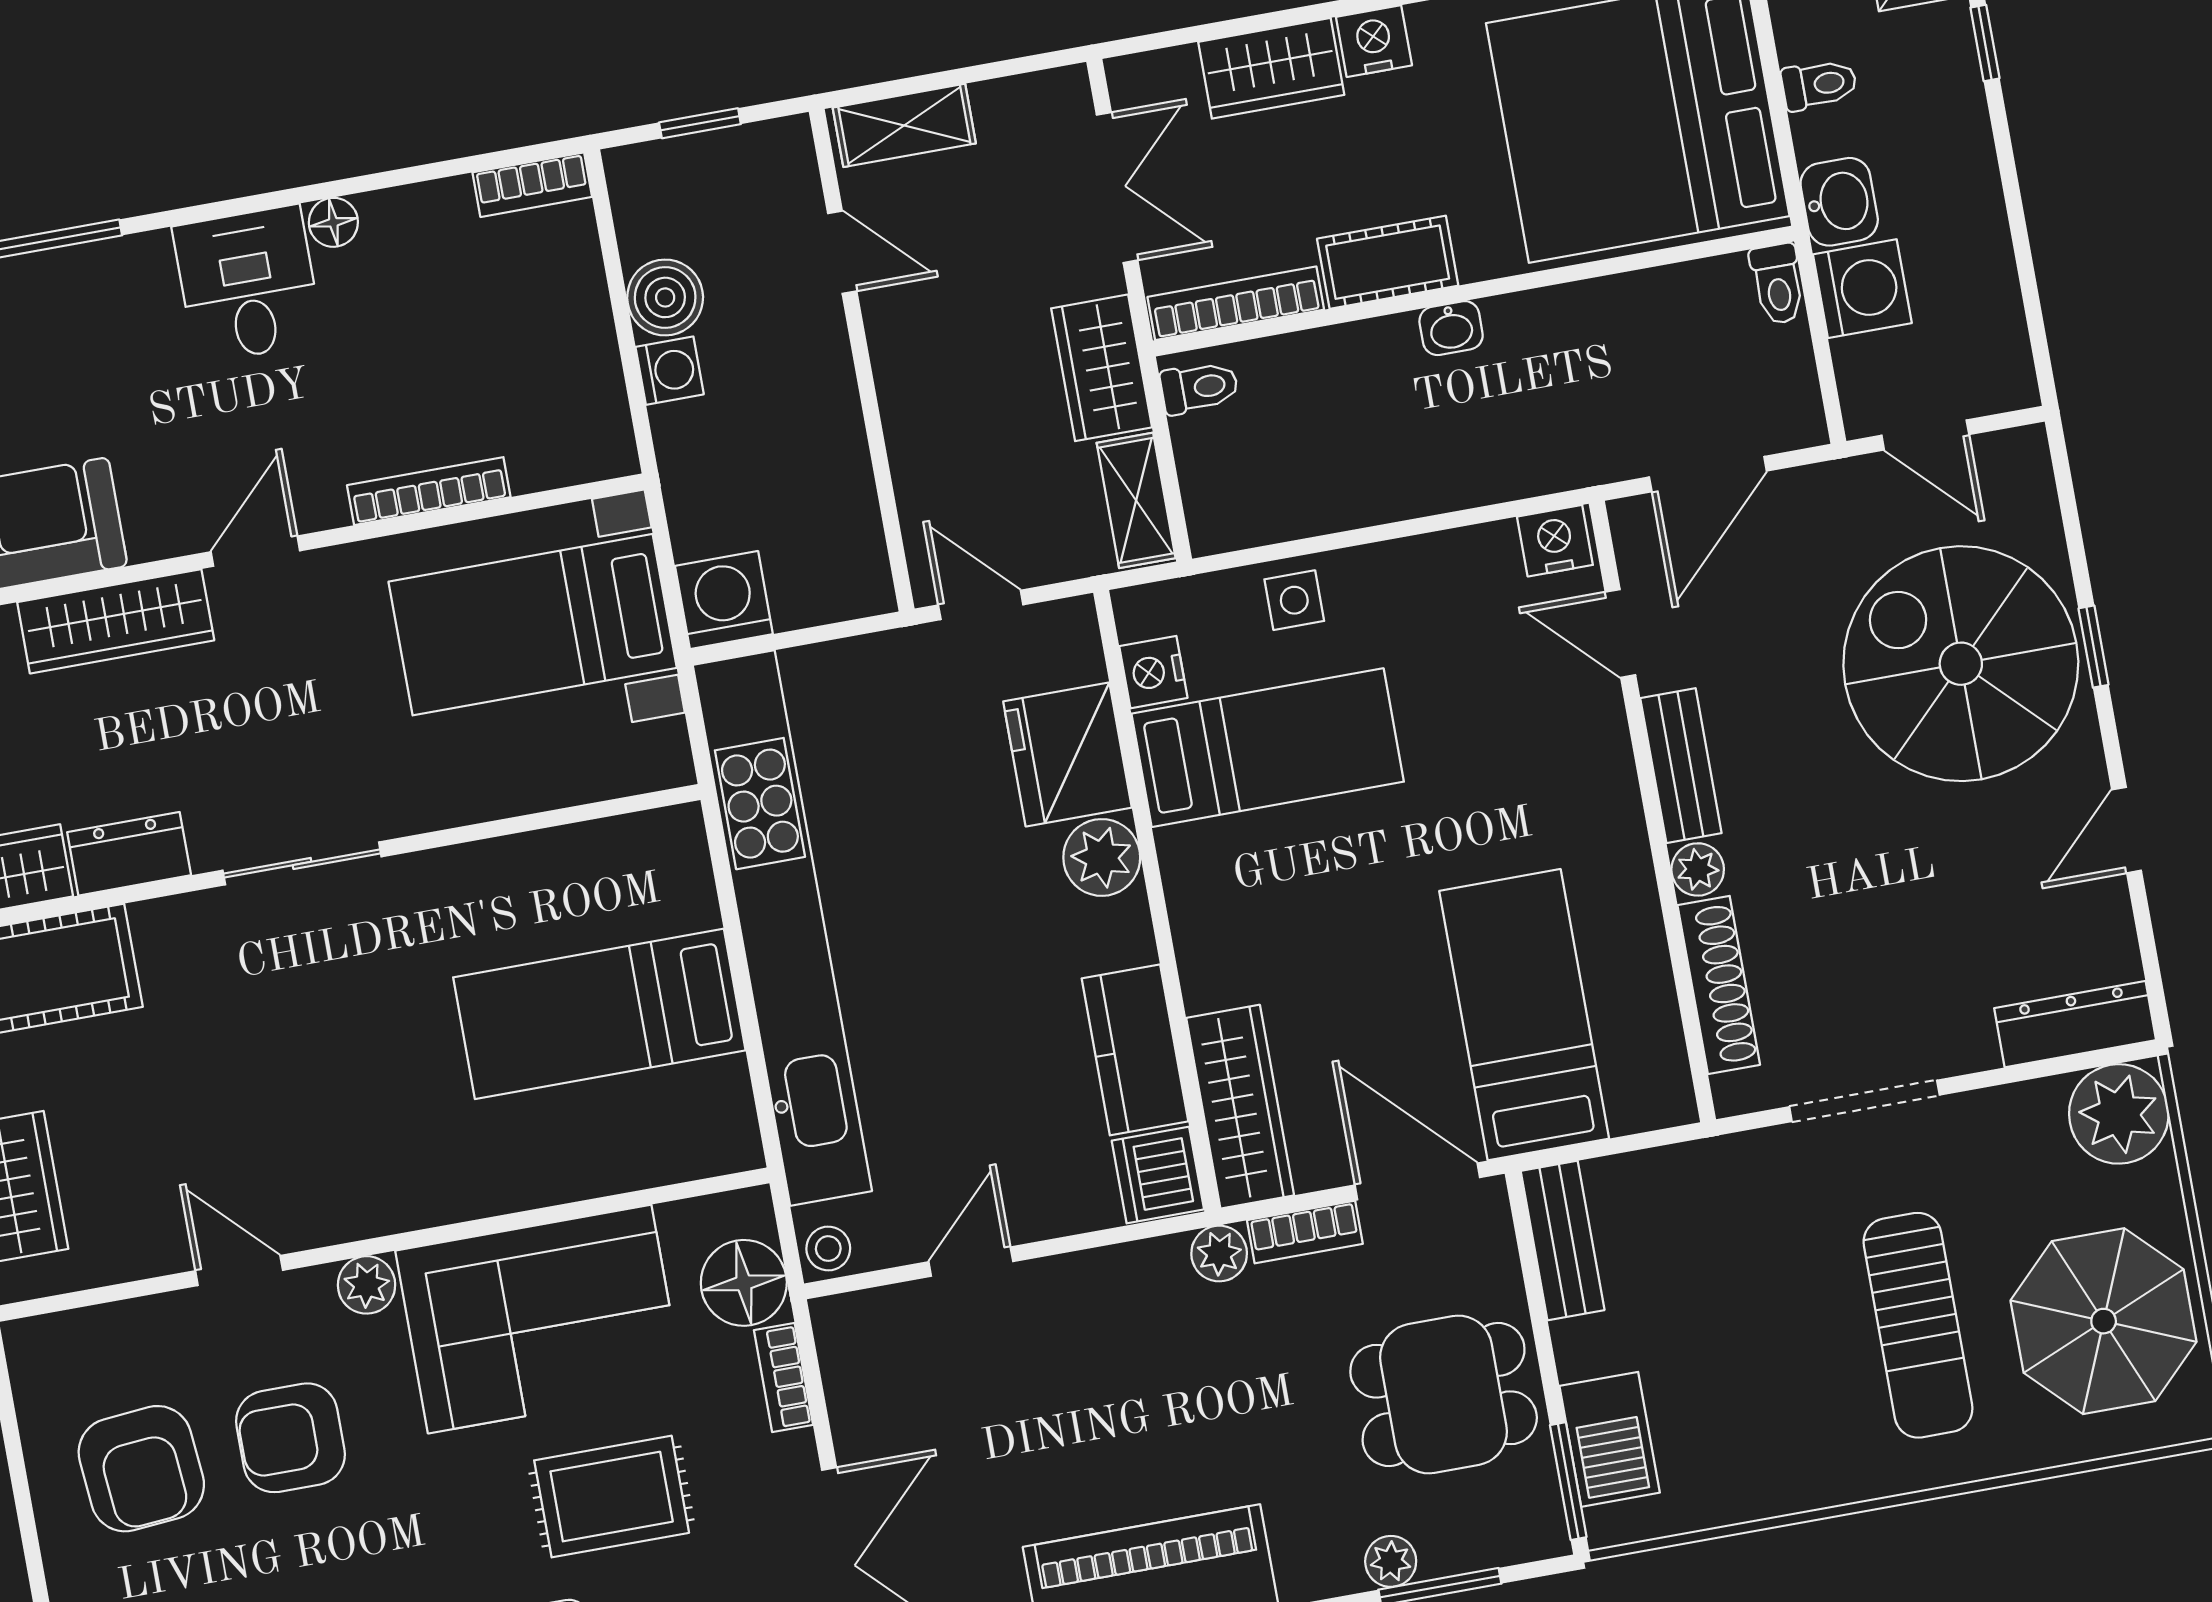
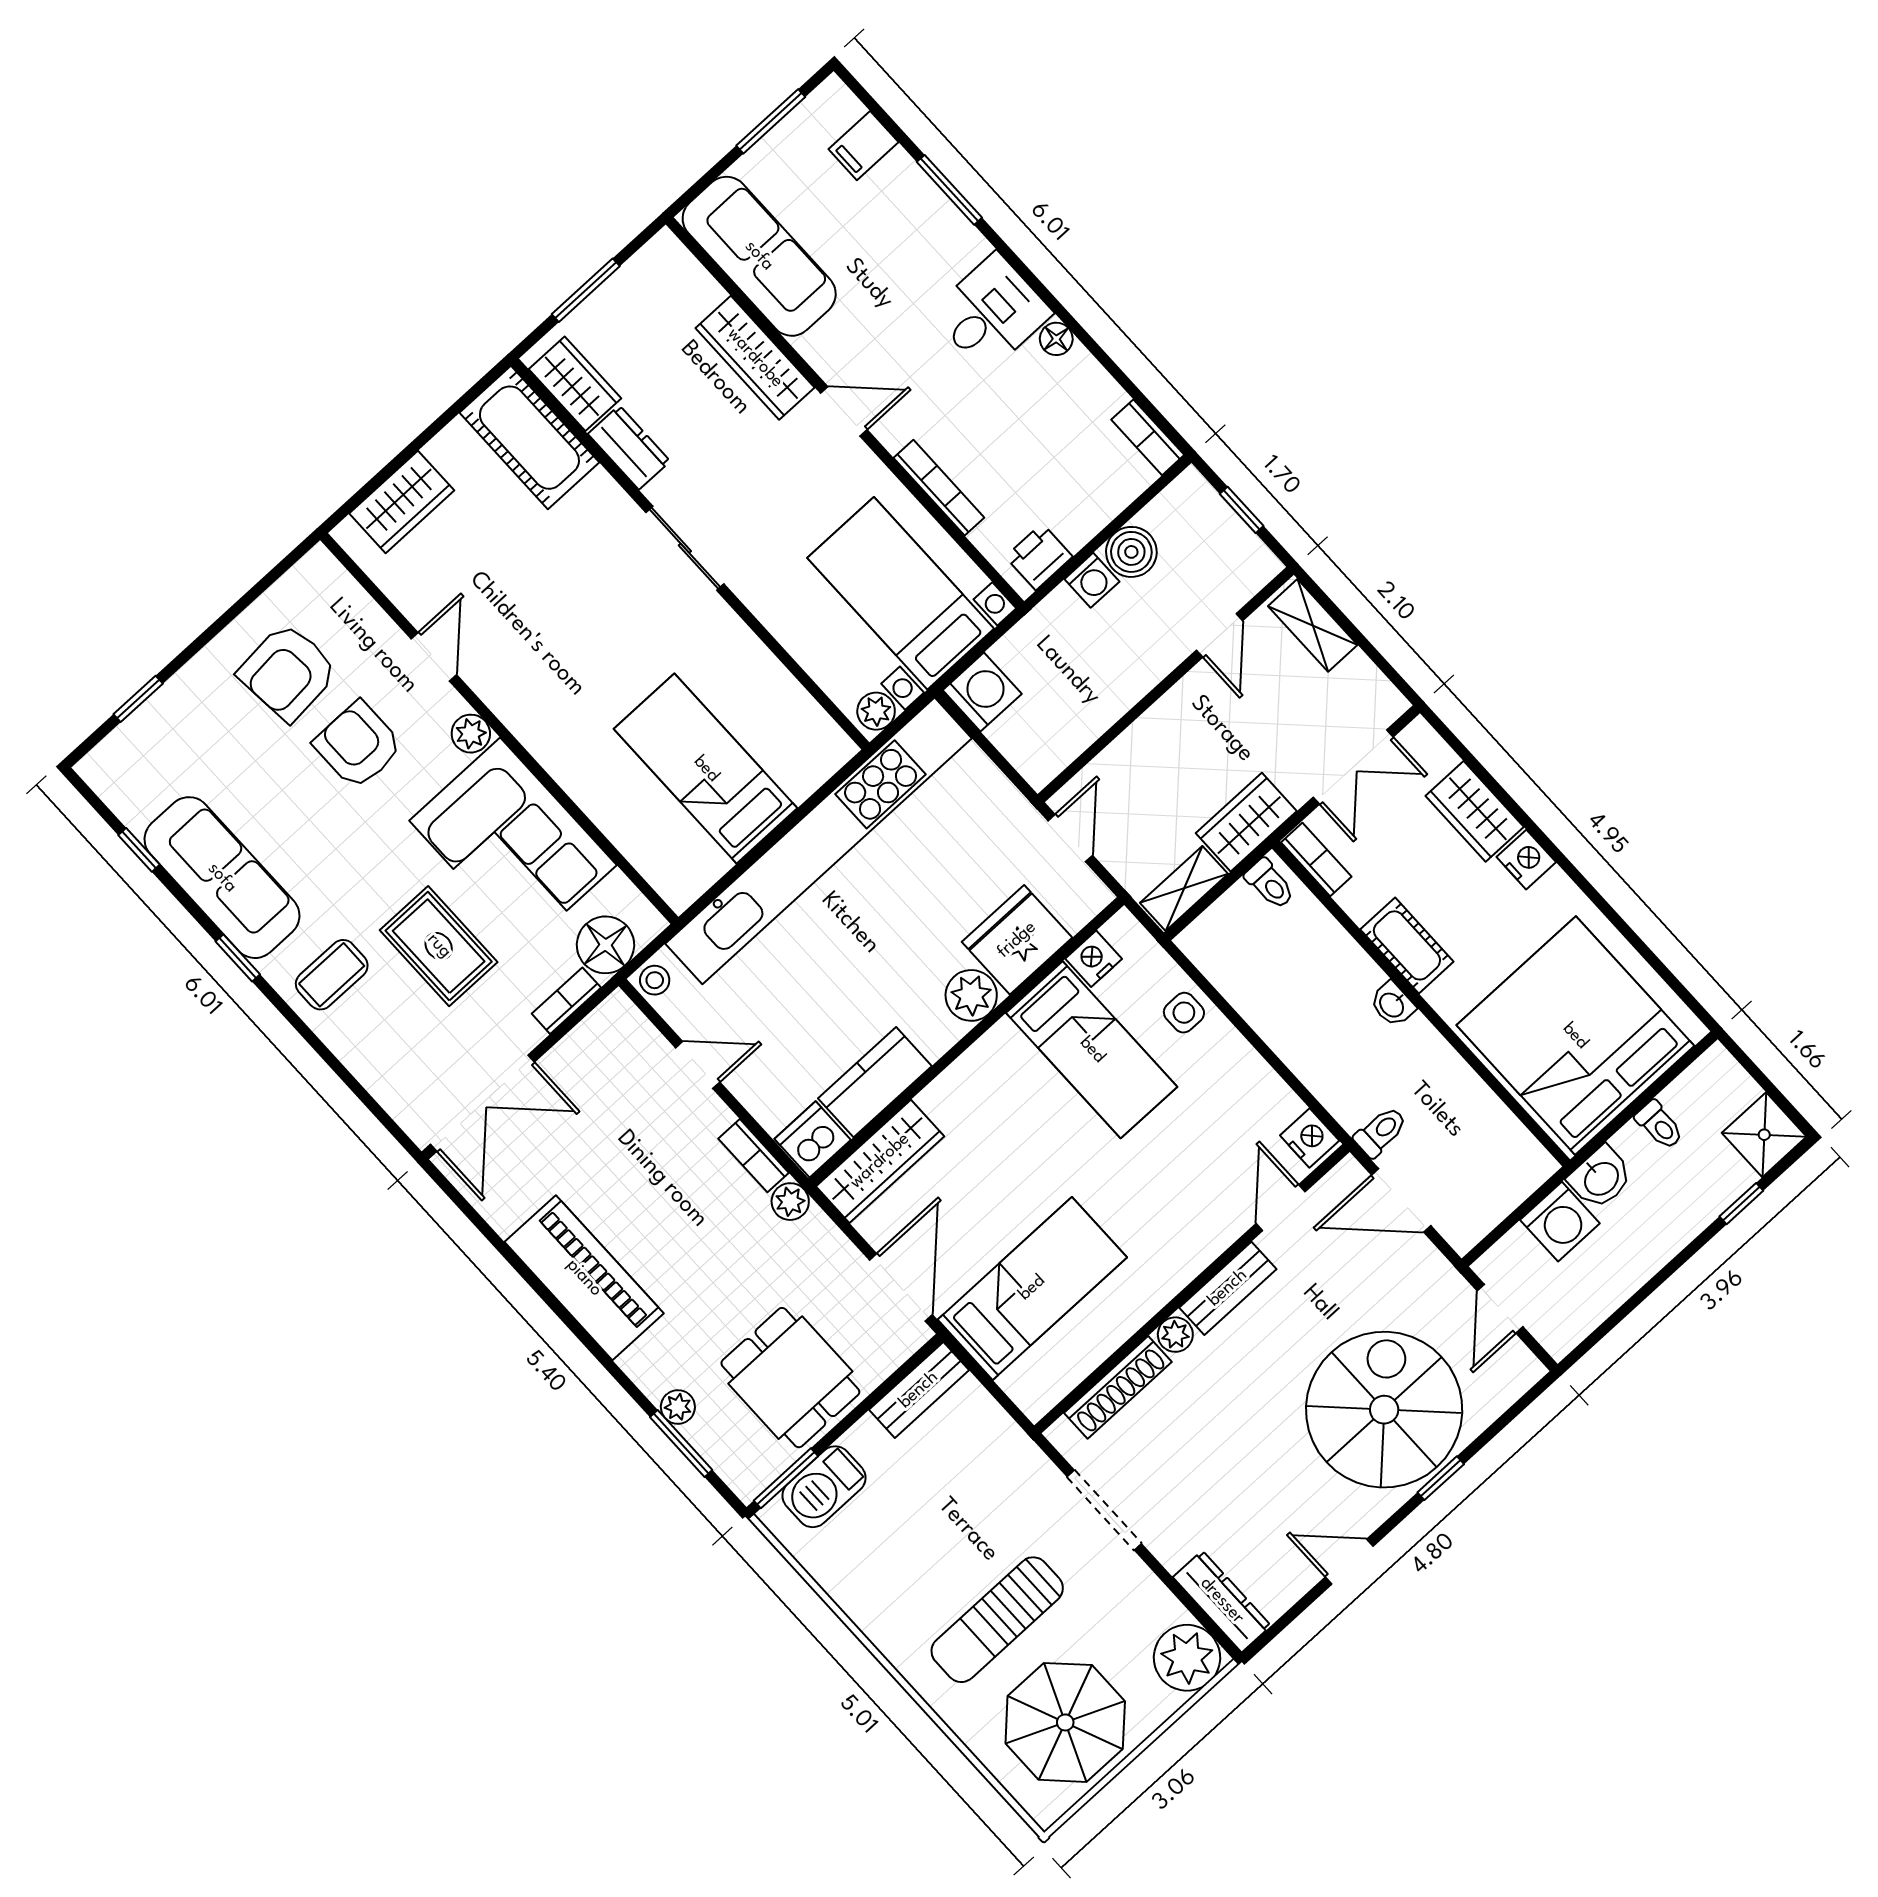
toilet: (1778, 284) -> (1381, 1132), moved, turned 180
bookcase: (1236, 303) -> (1316, 860), width x0.64
printer: (597, 419) -> (1039, 557), added
plant: (663, 751) -> (876, 711), added
bookcase: (1305, 1232) -> (754, 1156), moved

